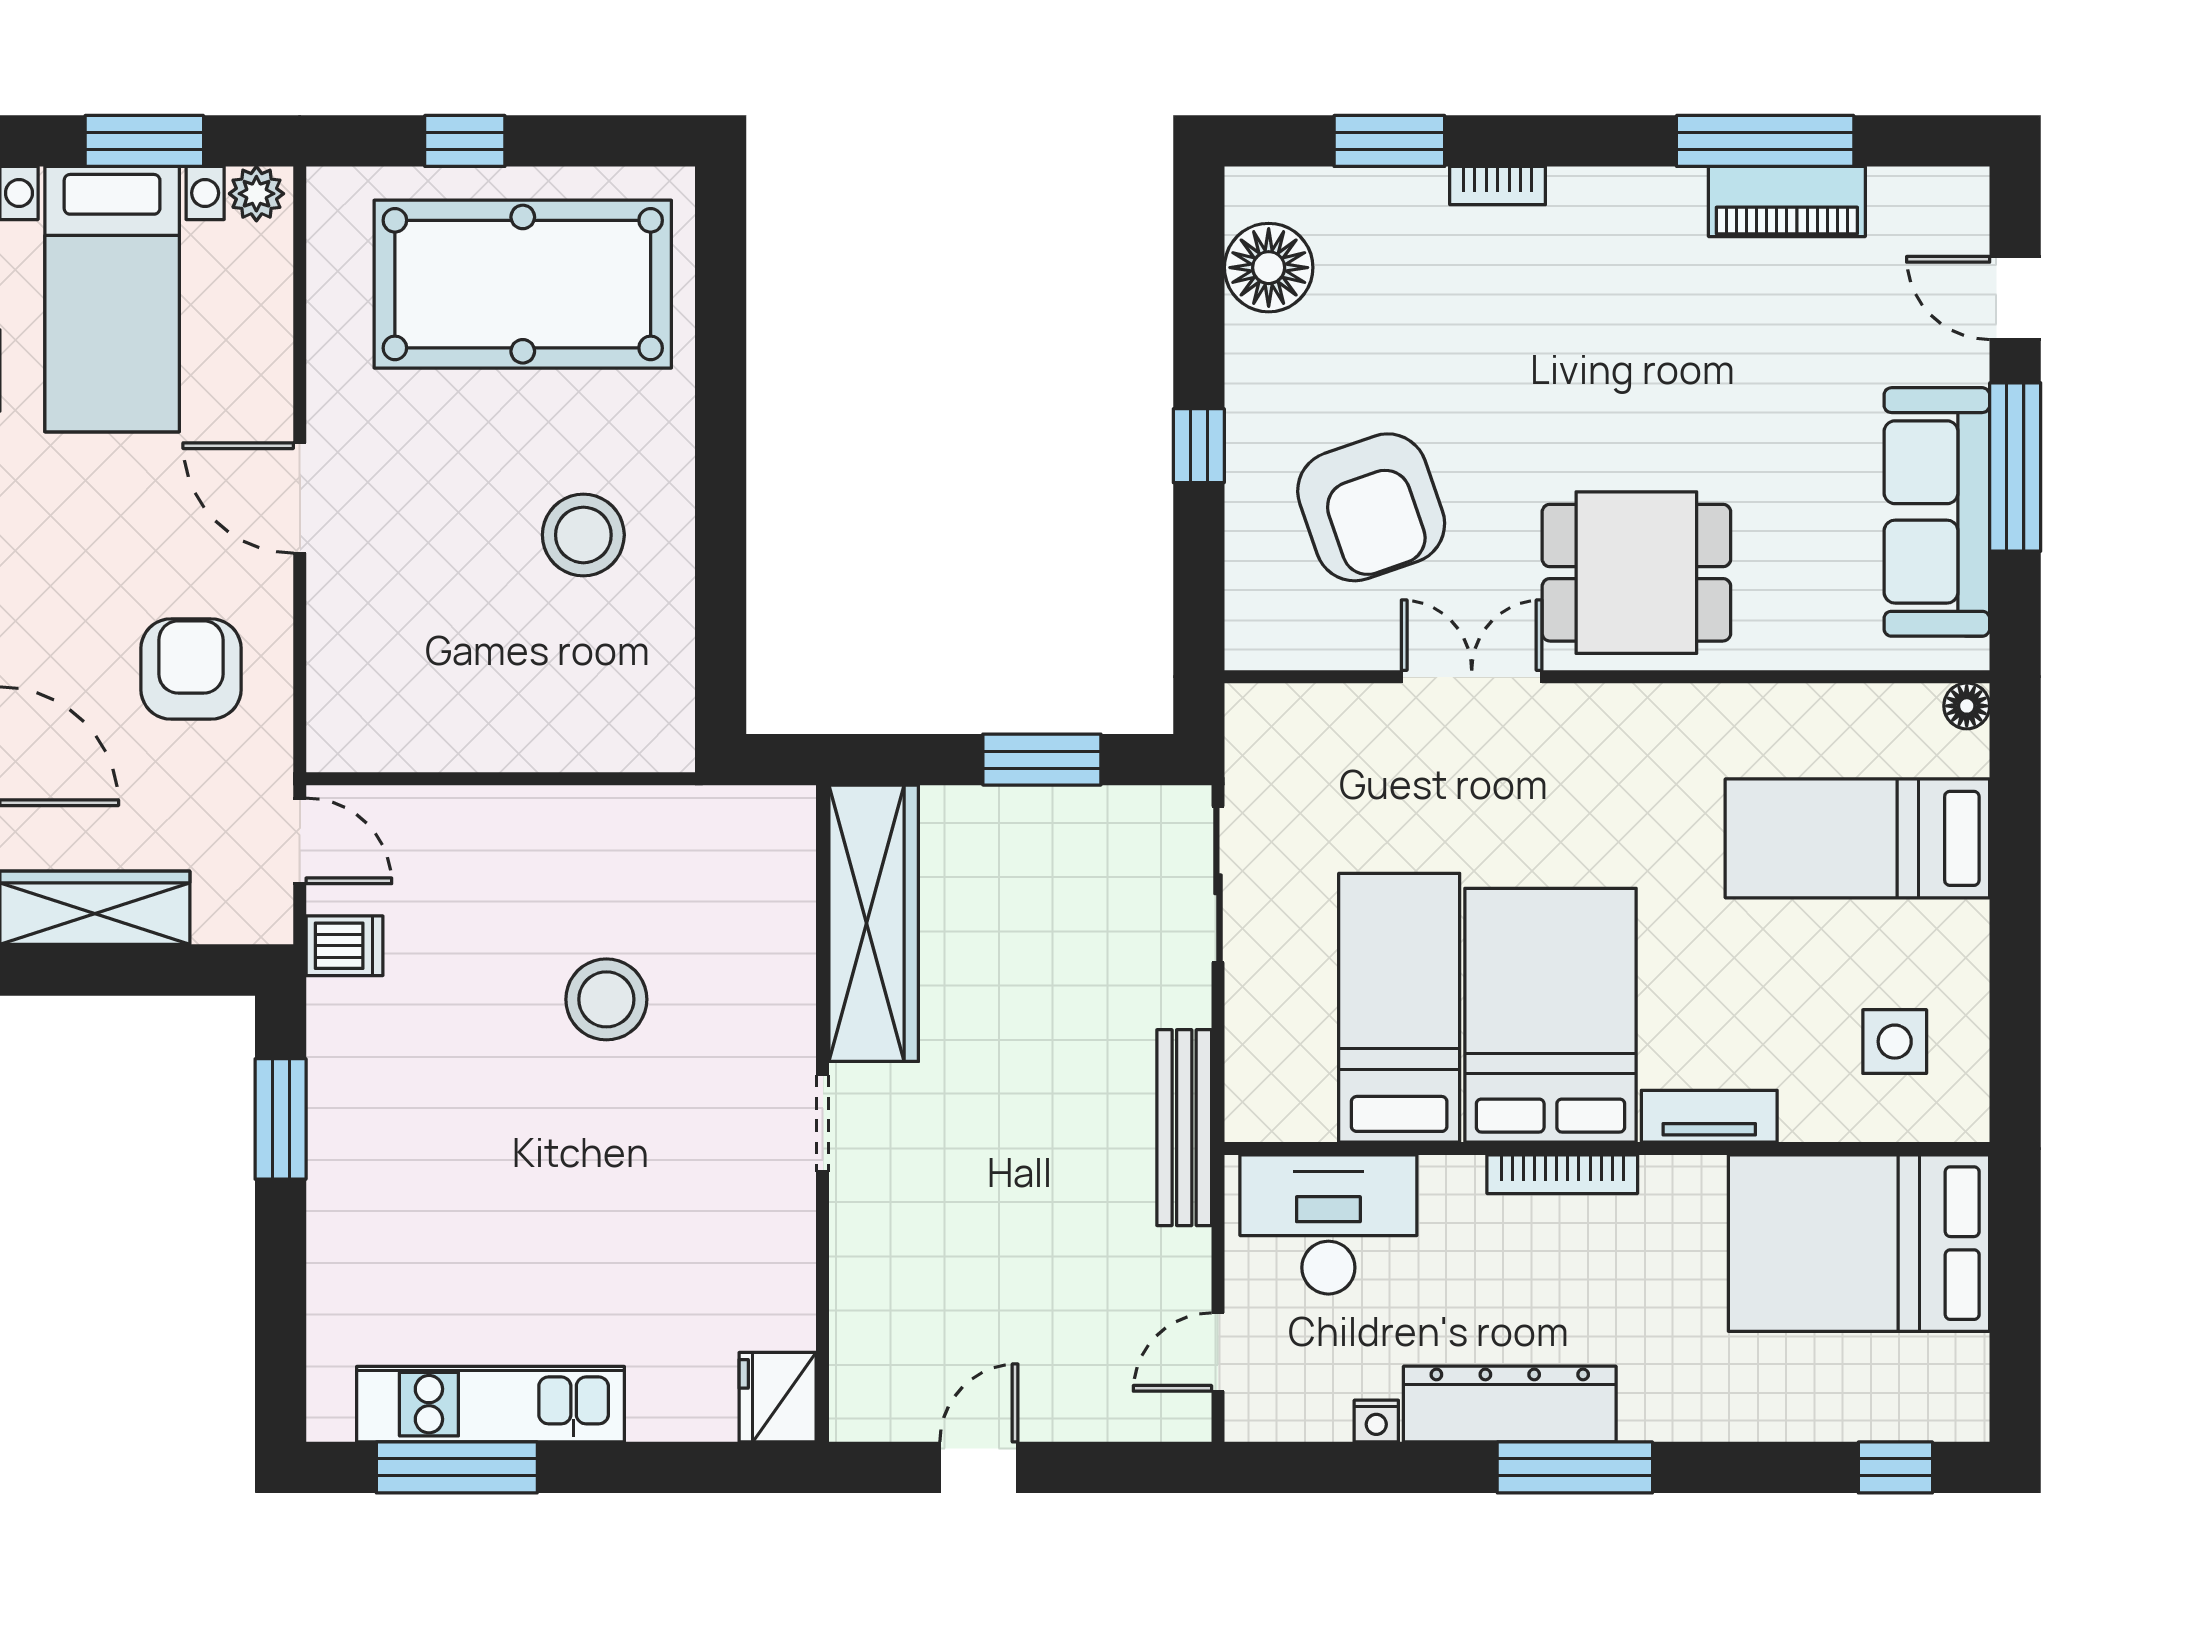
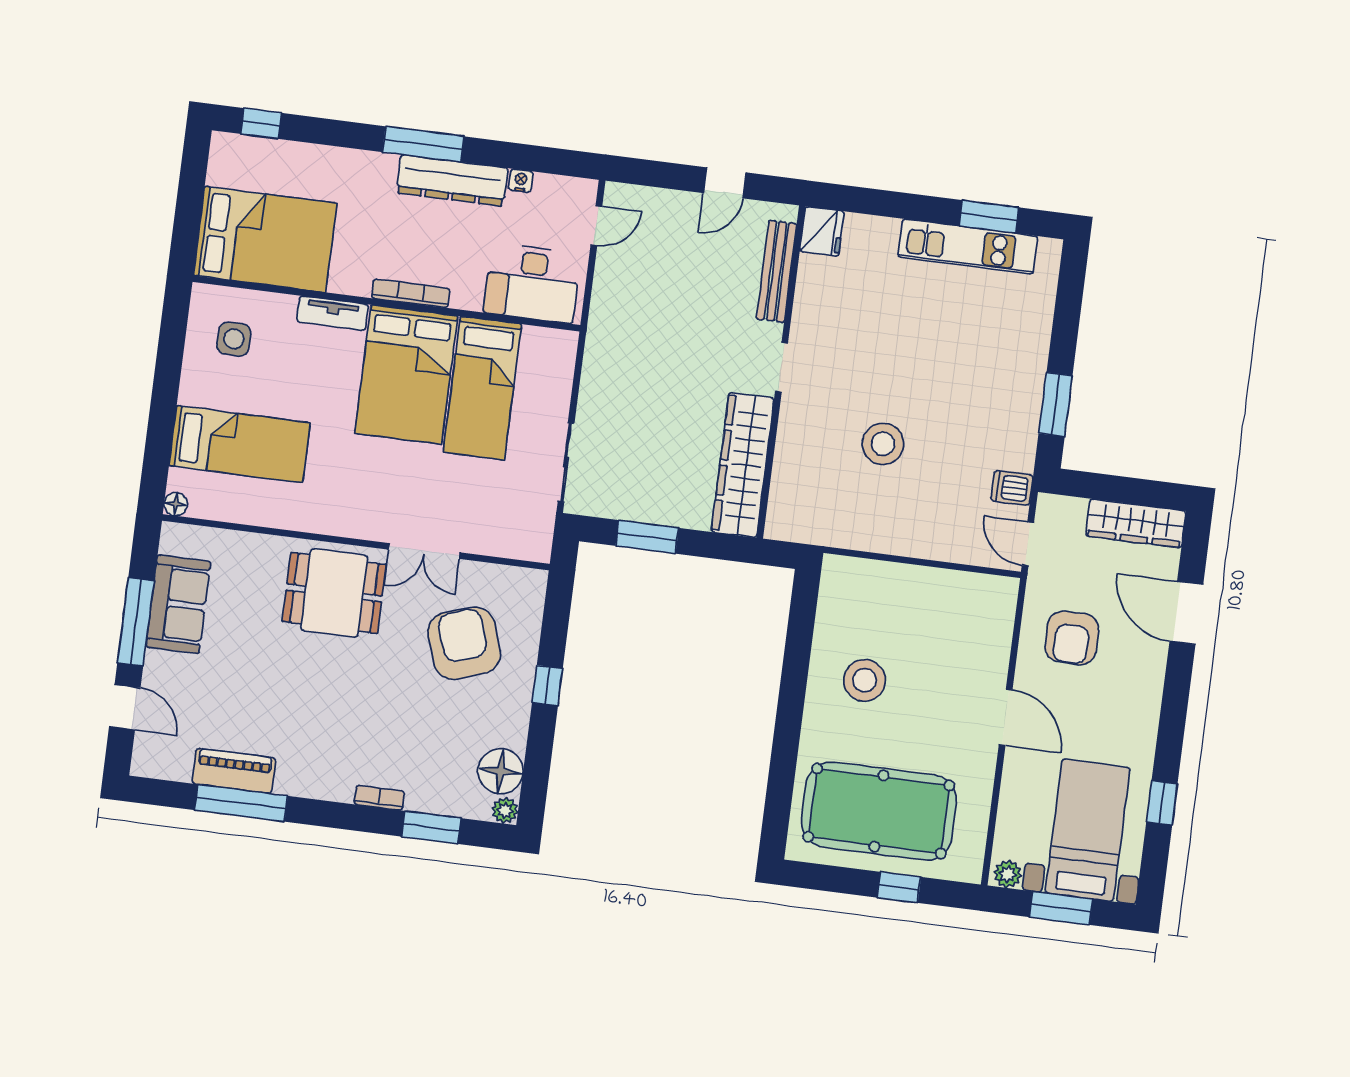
plant: (1250, 192) -> (505, 810), added
sofa: (1937, 512) -> (178, 604), width x0.73
bench: (1184, 1128) -> (776, 271), moved
window: (457, 1467) -> (989, 217), width x0.69

